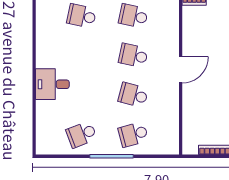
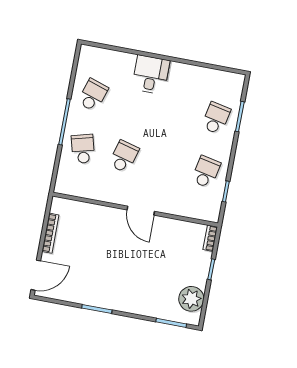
school desk: (133, 55) -> (165, 164), removed
school desk: (81, 134) -> (93, 95), turned 39

